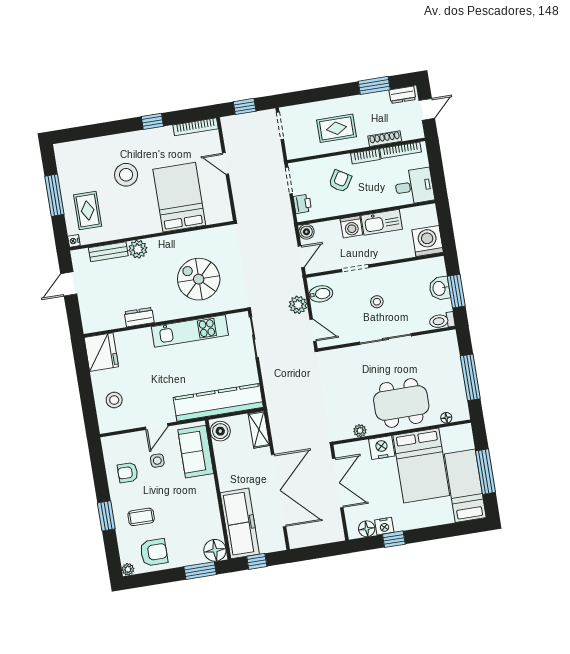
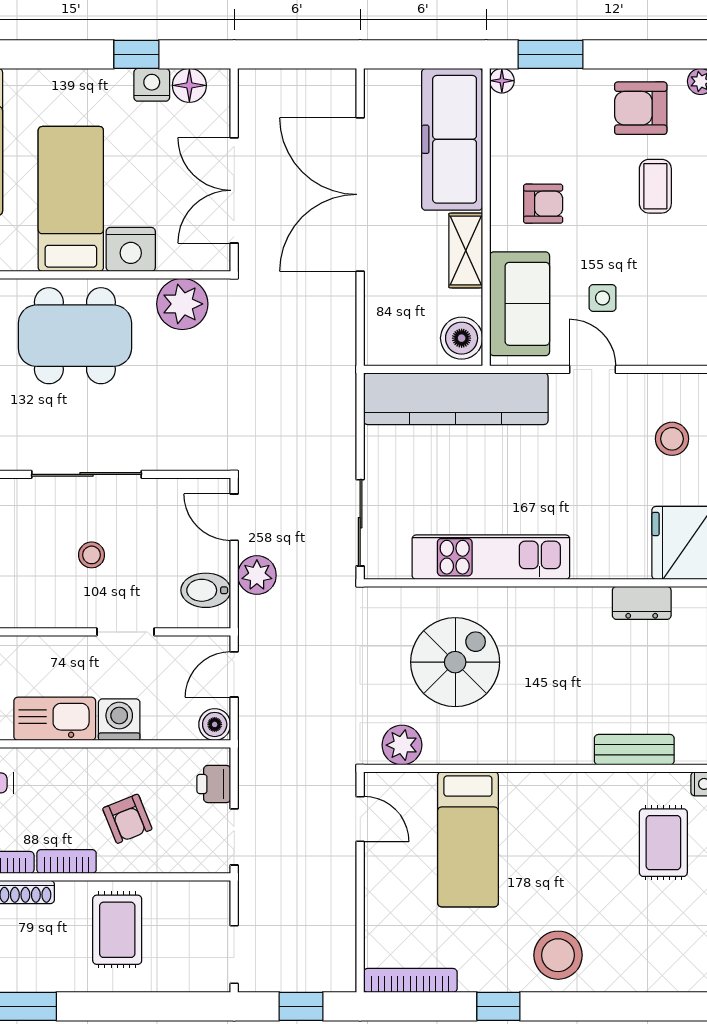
rug: (336, 128) -> (117, 930), turned 90
door: (226, 163) -> (360, 819), moved
stool: (126, 175) -> (558, 955), moved
armchair: (340, 181) -> (127, 819), turned -54
bed: (179, 197) -> (468, 839), width x0.67
plant: (138, 249) -> (402, 745), moved
spiral stairs: (199, 279) -> (455, 662), turned -90
dresser: (139, 317) -> (642, 603), moved
door: (157, 426) -> (592, 369), hinge flipped
shelving: (259, 430) -> (466, 250), moved
plant: (360, 431) -> (182, 304), width x1.88, depth x1.88
bed: (421, 465) -> (71, 199), width x0.67
armchair: (128, 473) -> (543, 204), moved
coffee table: (141, 517) -> (655, 186), turned 90
floor lamp: (215, 550) -> (502, 81), width x0.53, depth x0.53
window: (257, 561) -> (429, 54), removed

